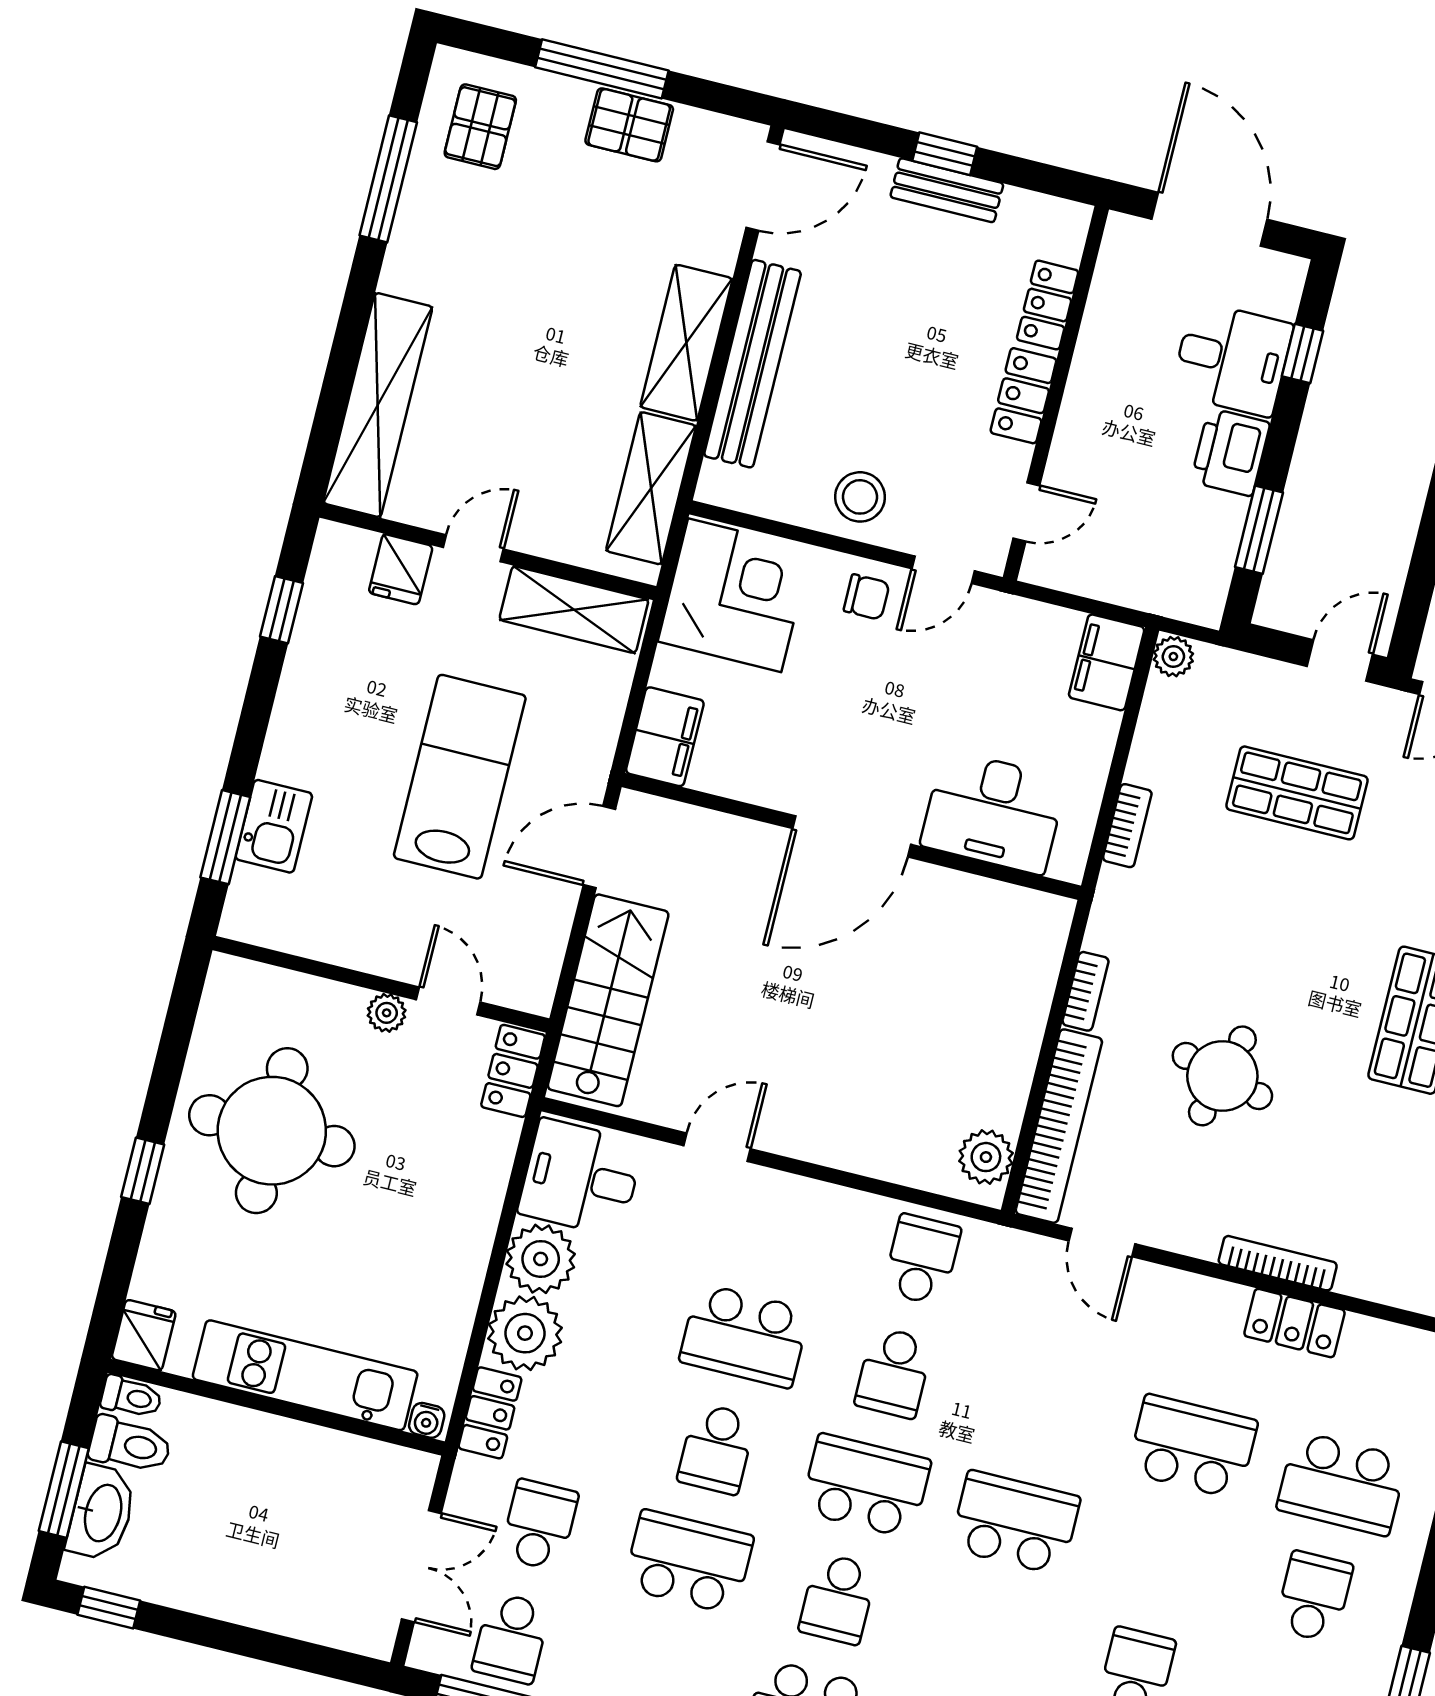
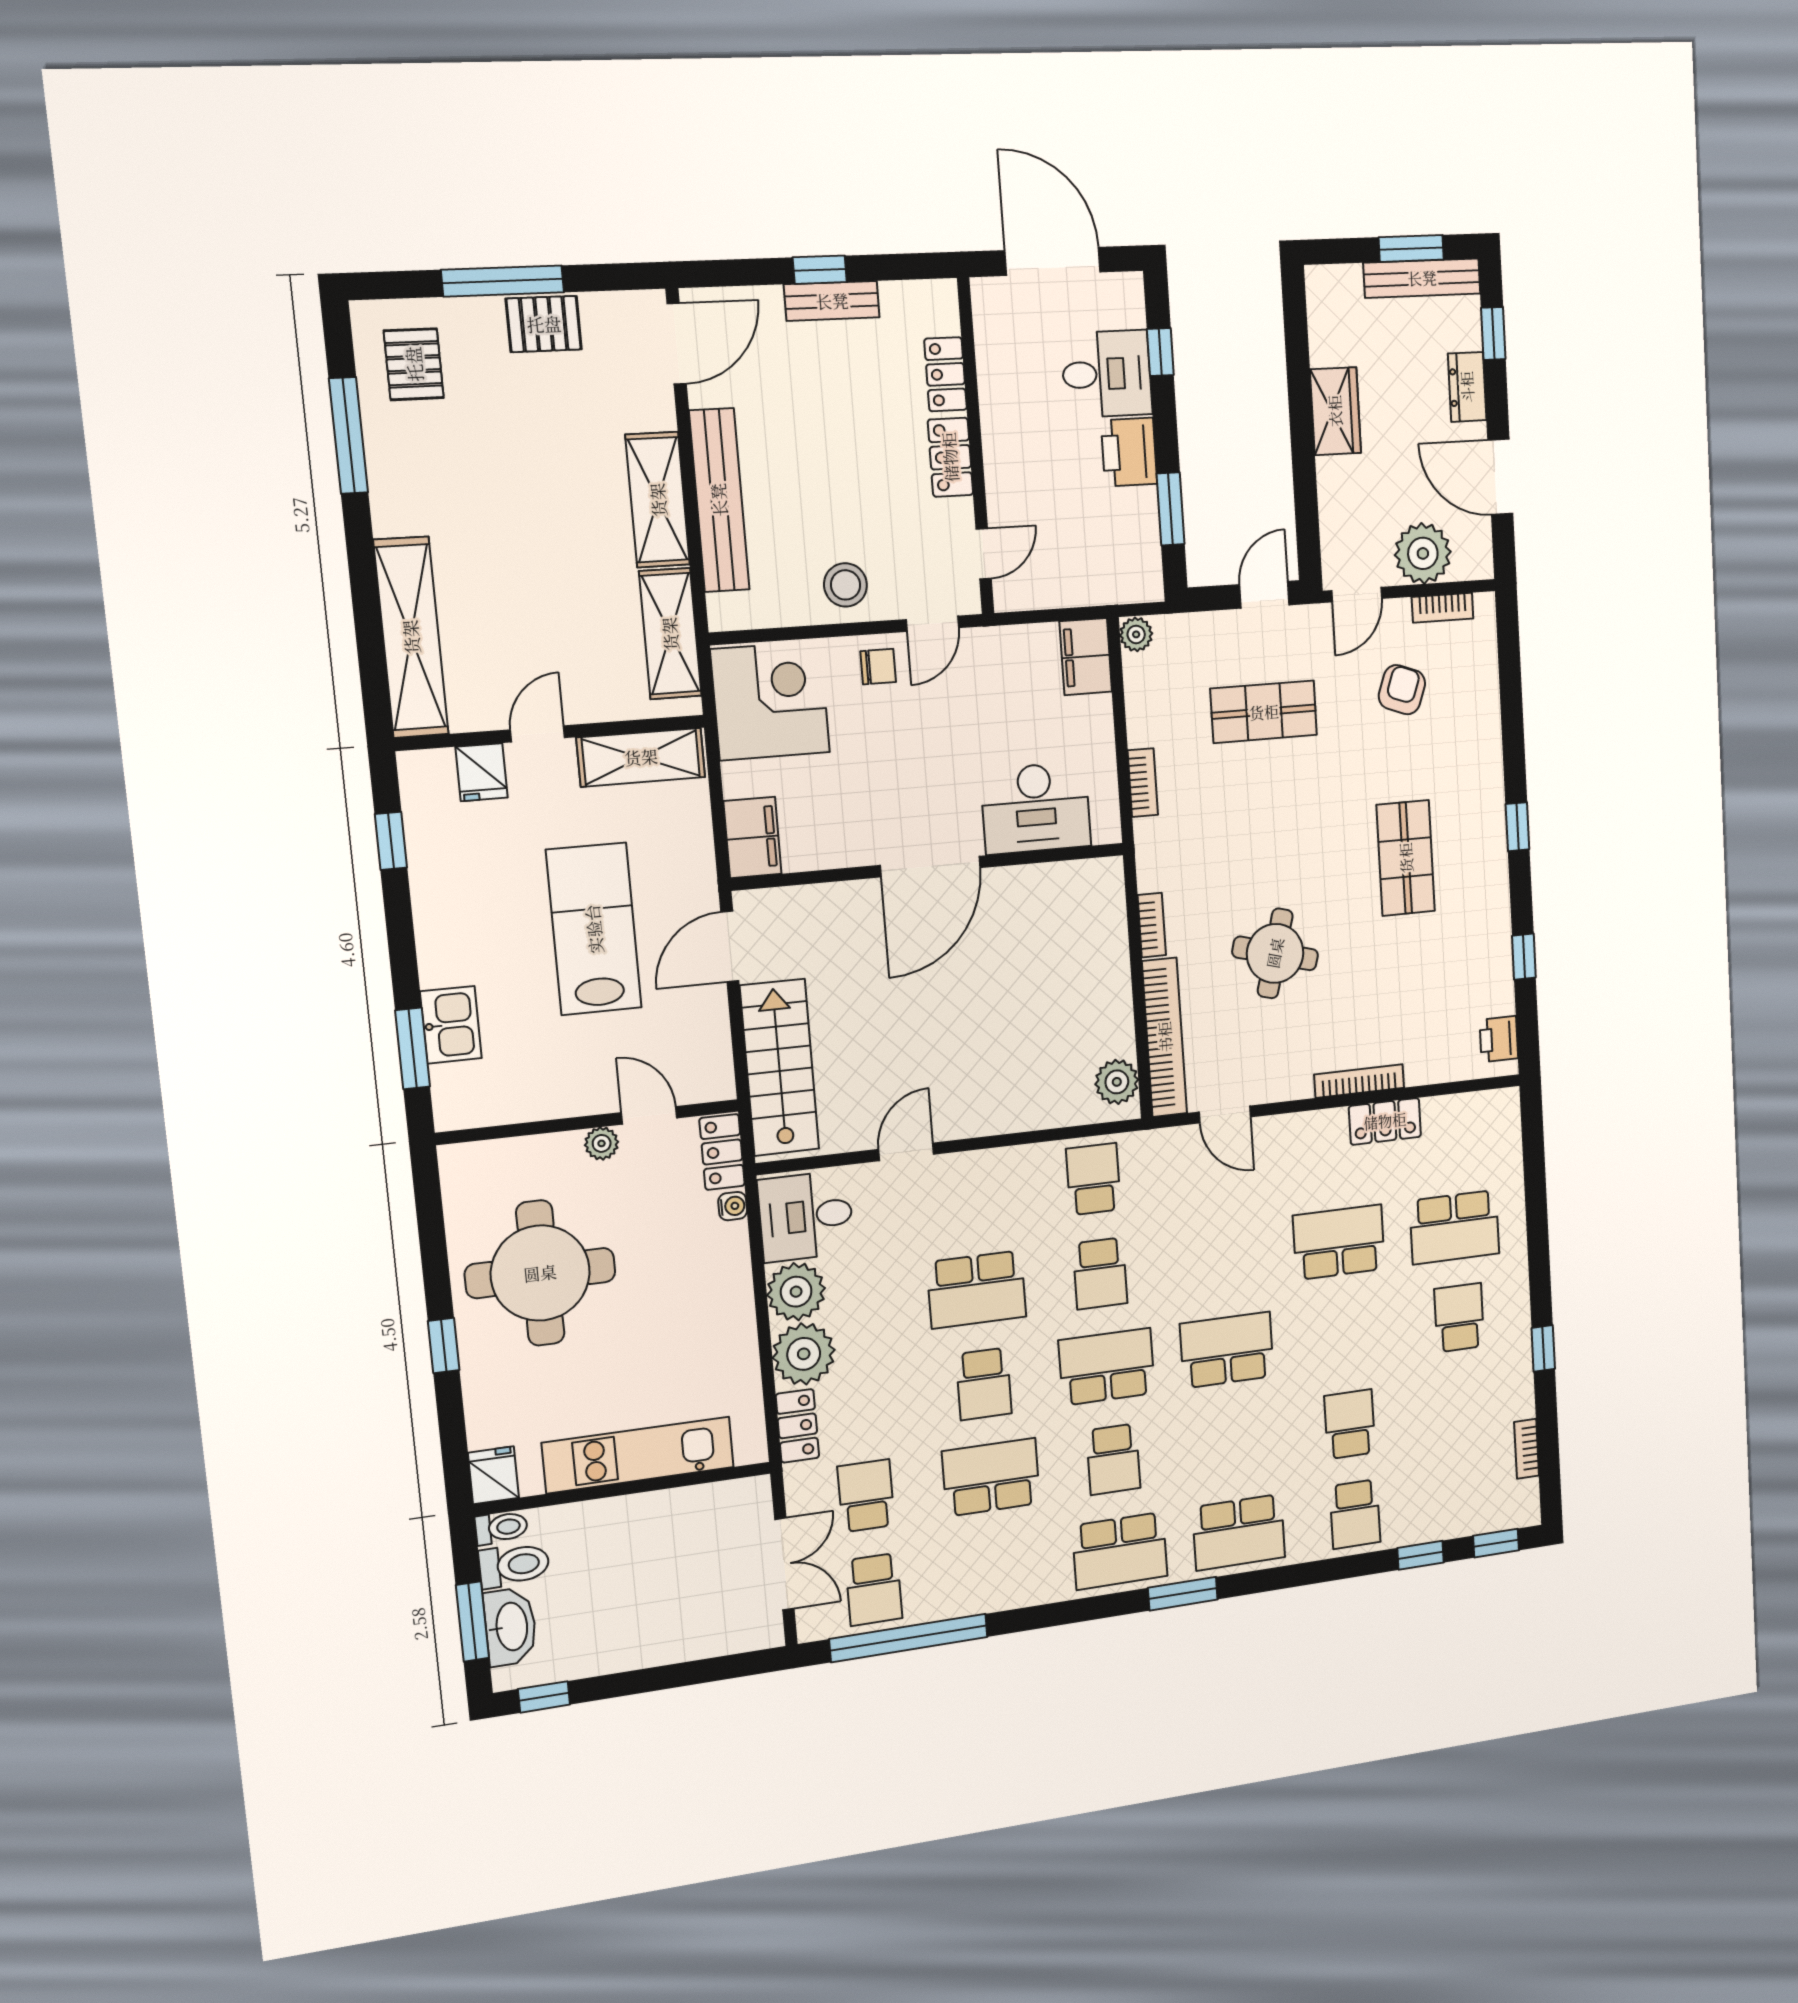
water cooler: (427, 1420) -> (733, 1206), moved, turned -90

